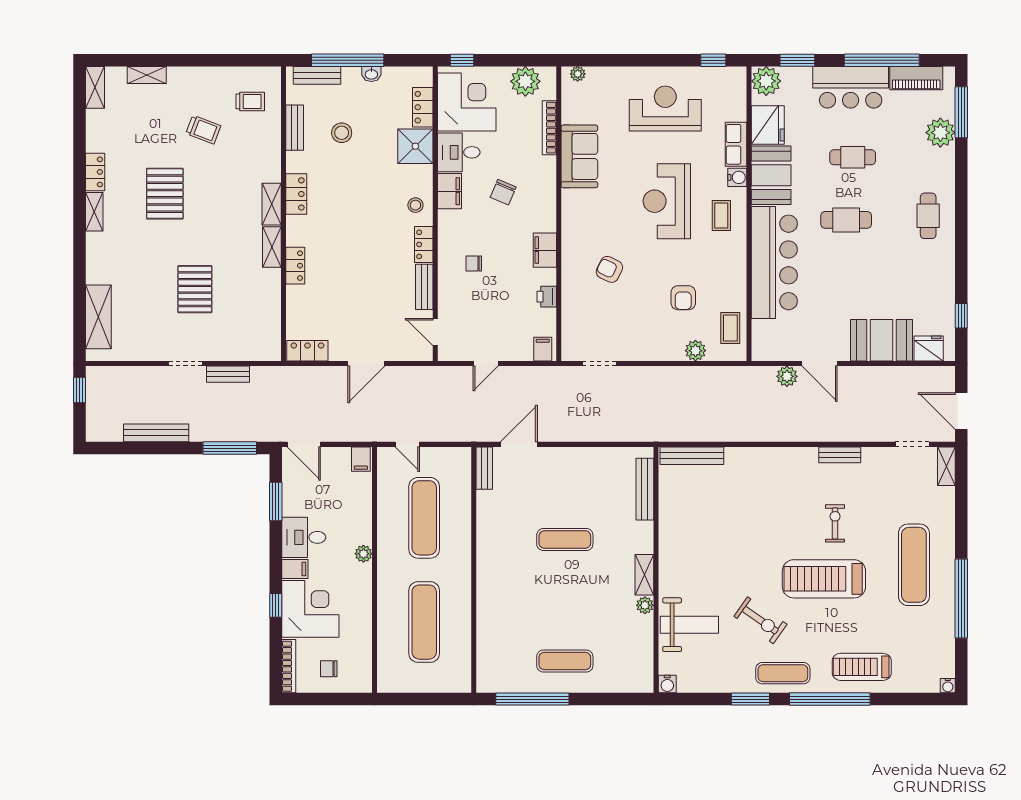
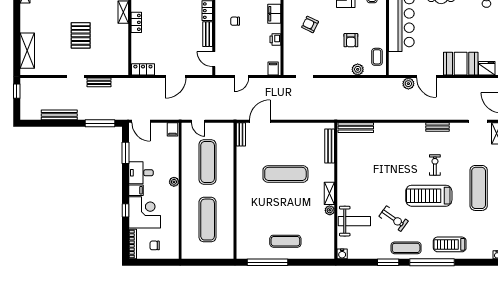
exercise mat: (565, 540) -> (285, 174), width x1.36, depth x1.45

